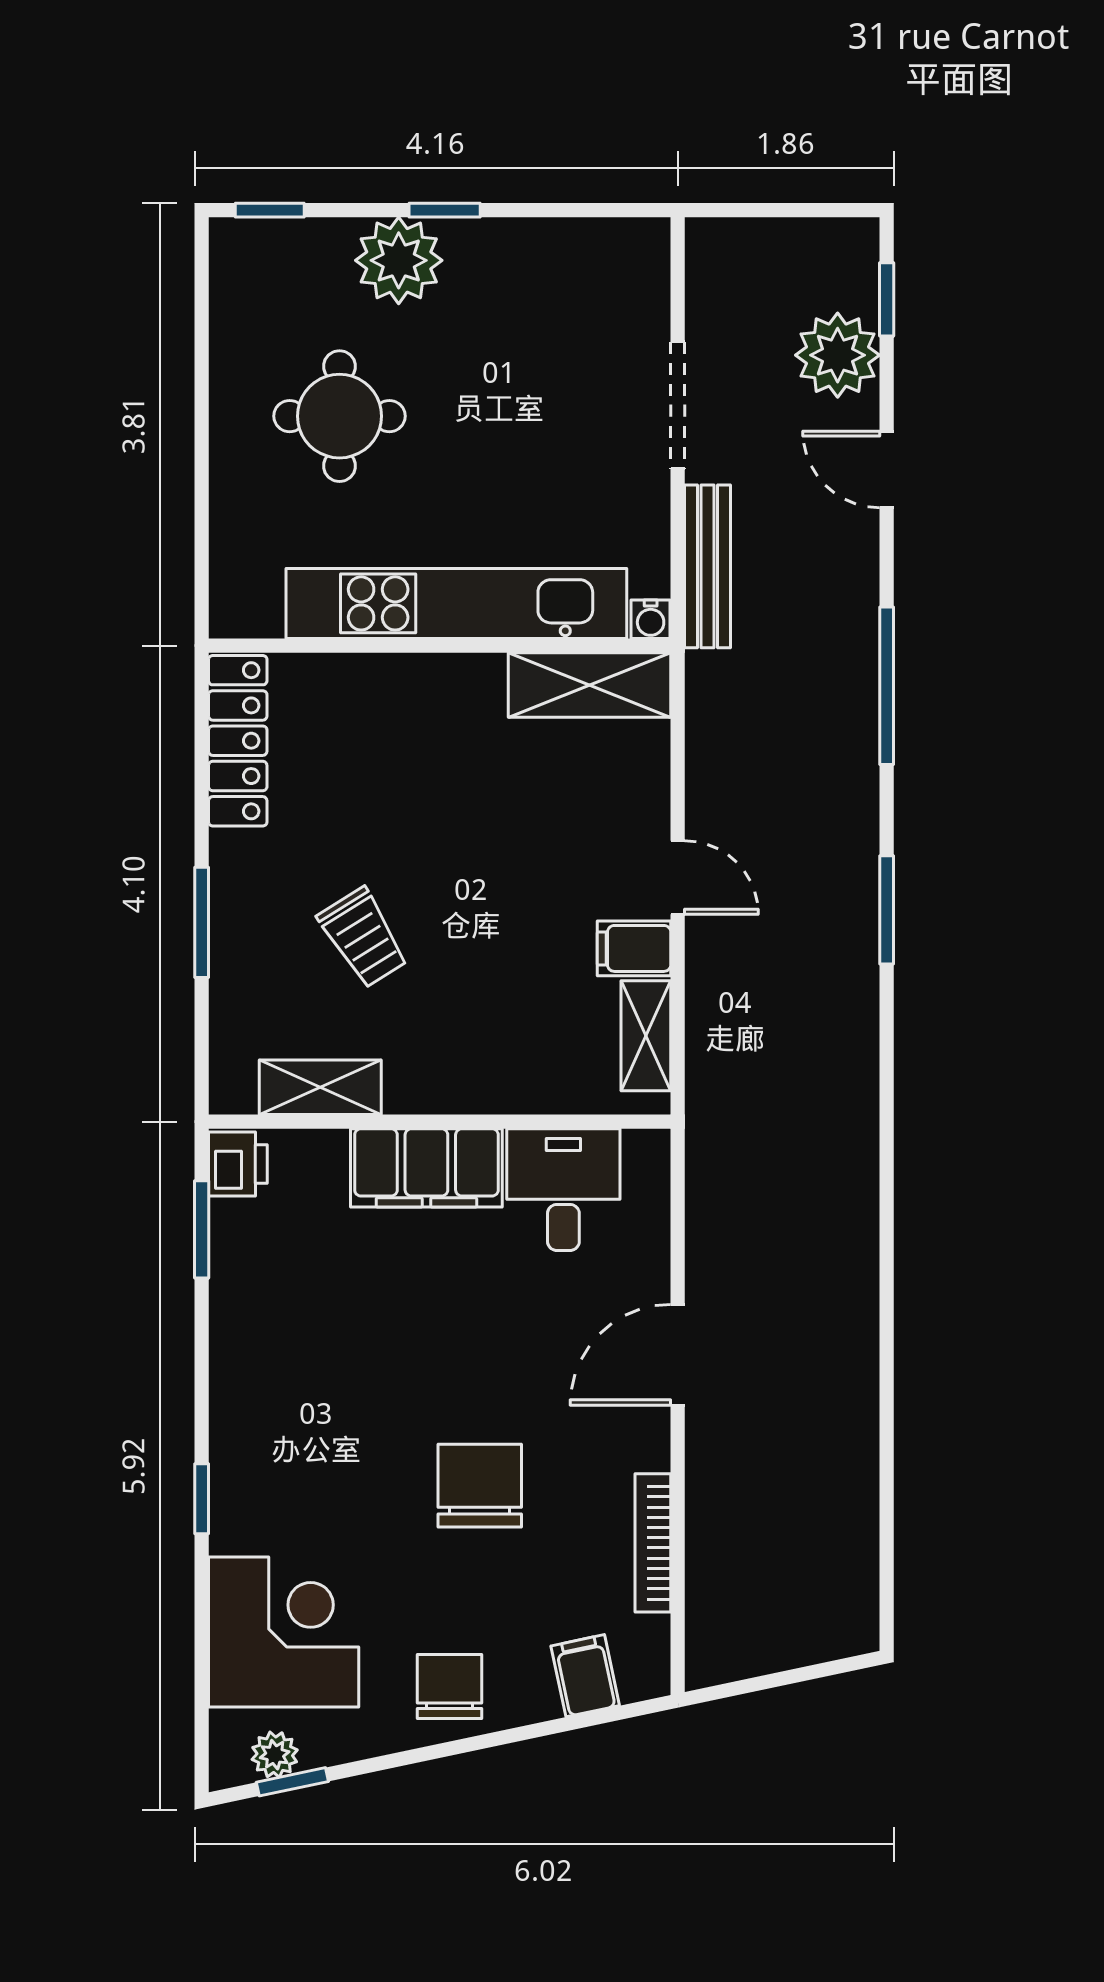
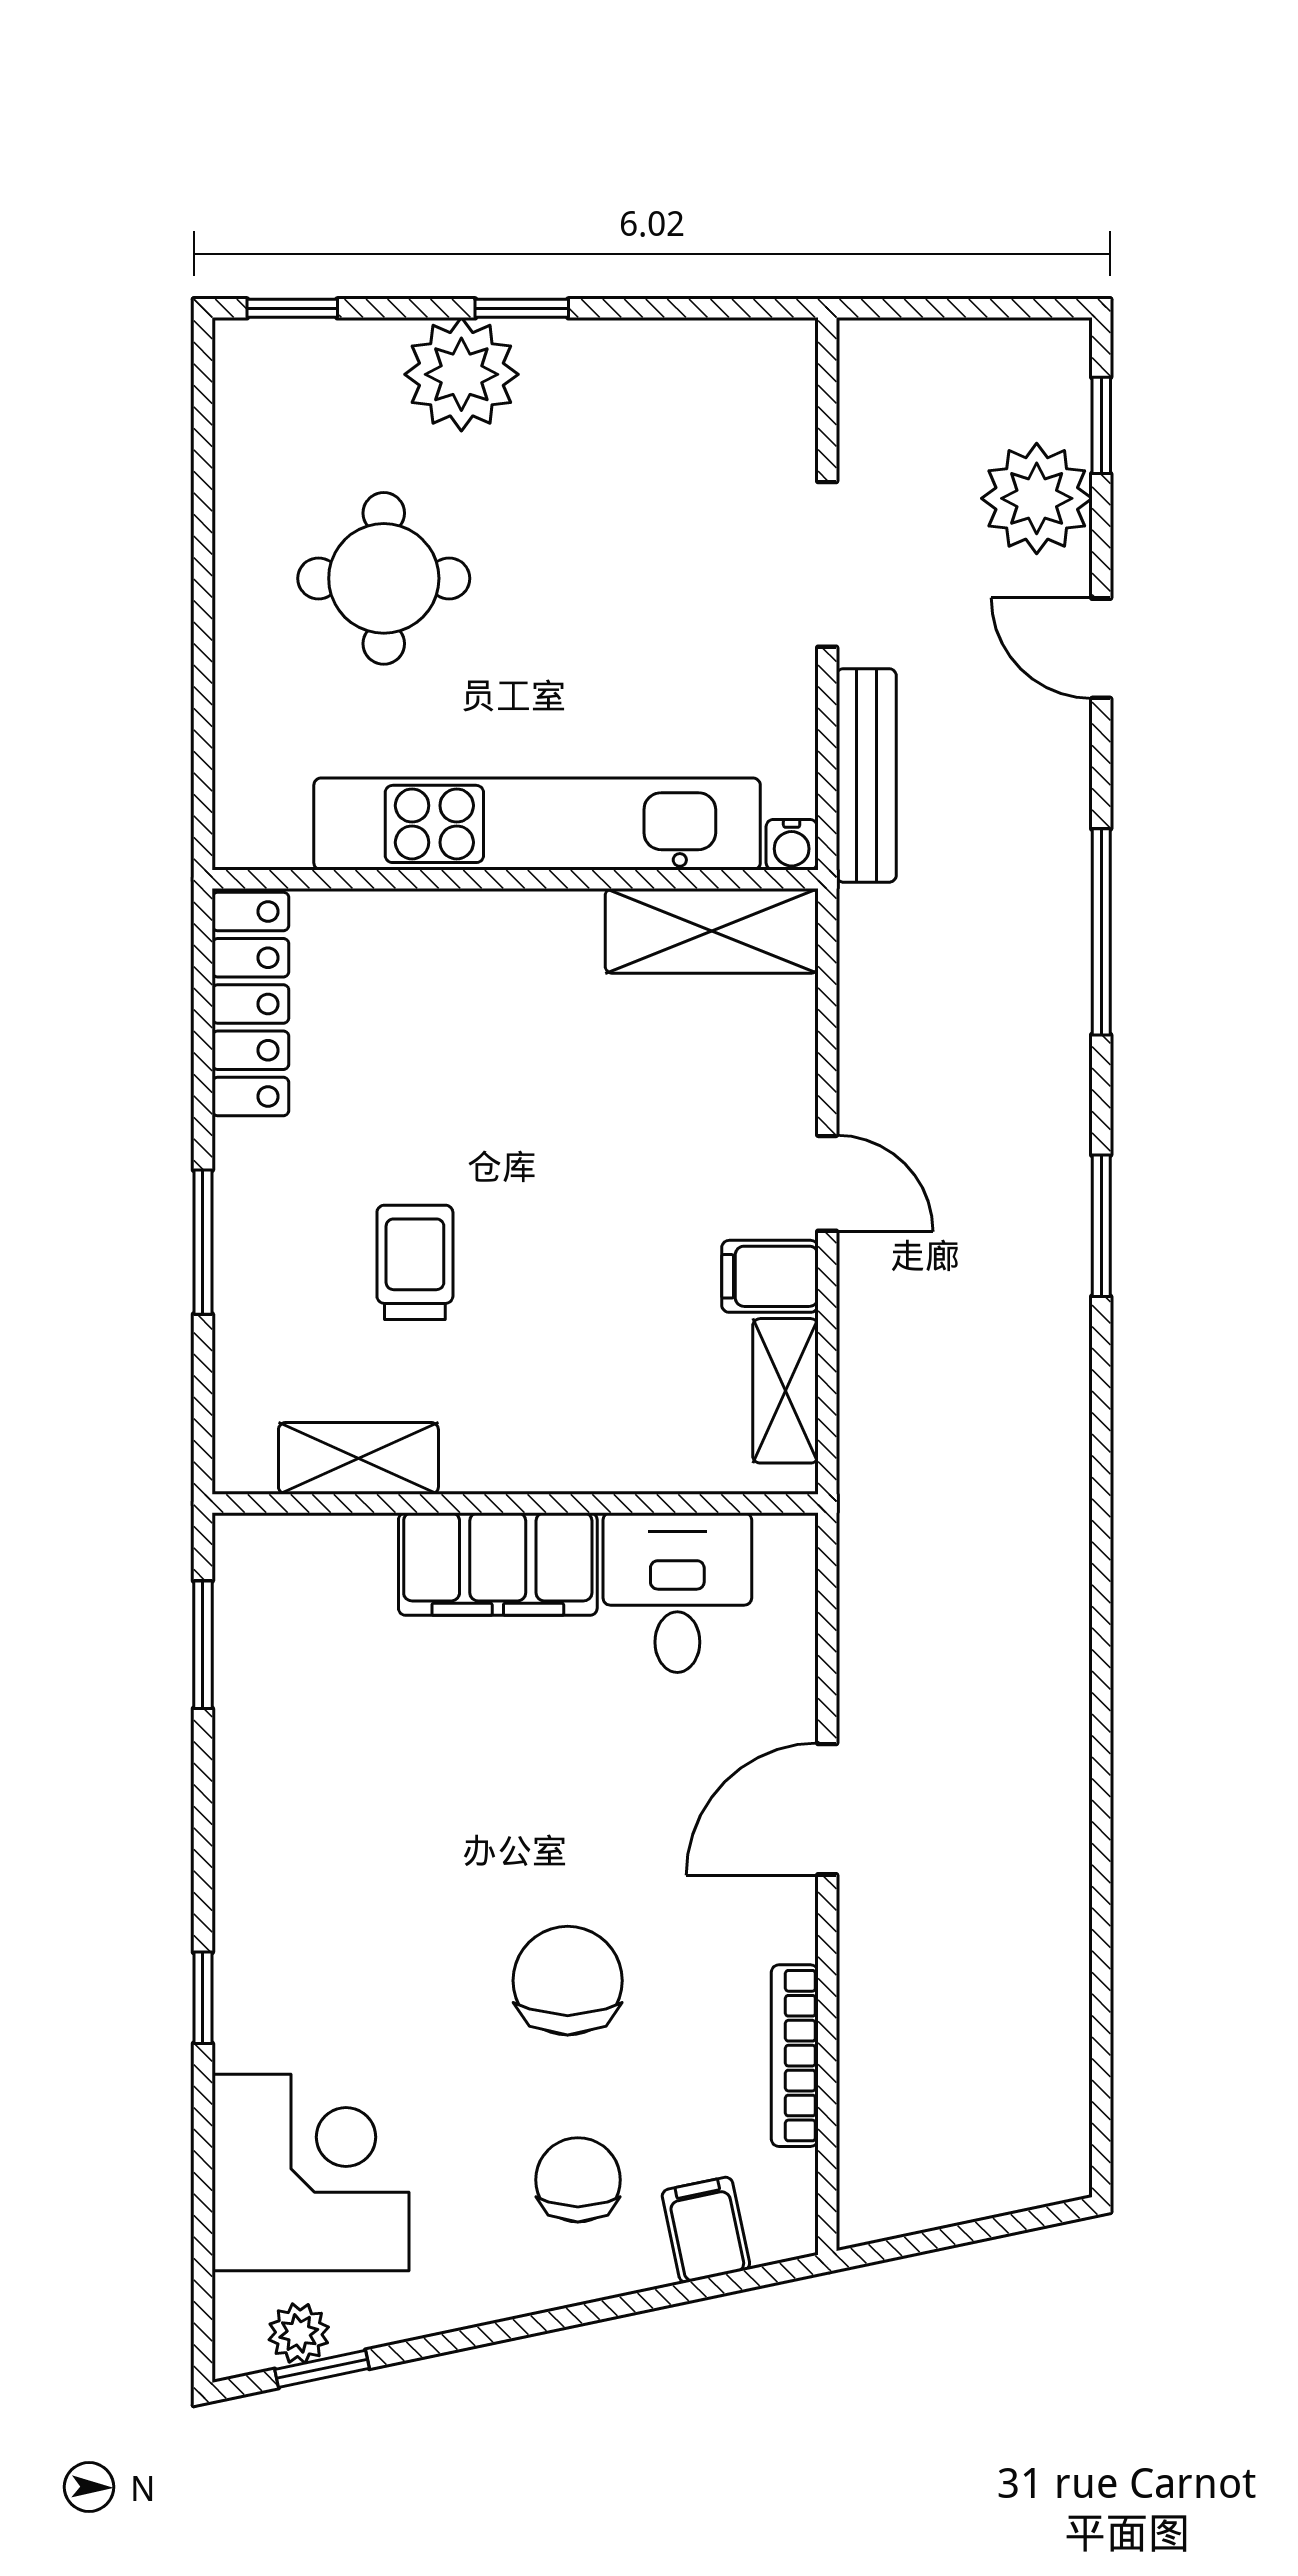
trolley: (363, 938) -> (415, 1262), turned -148
printer: (238, 1164) -> (250, 1559), removed
chair: (449, 1686) -> (578, 2180), moved

